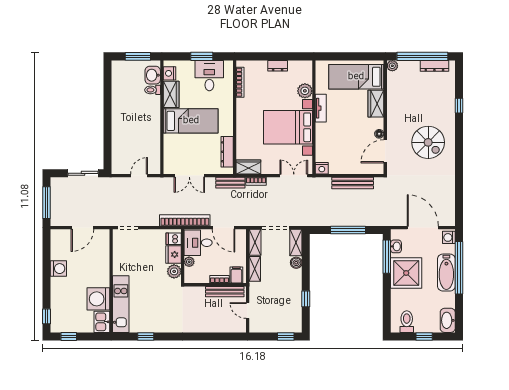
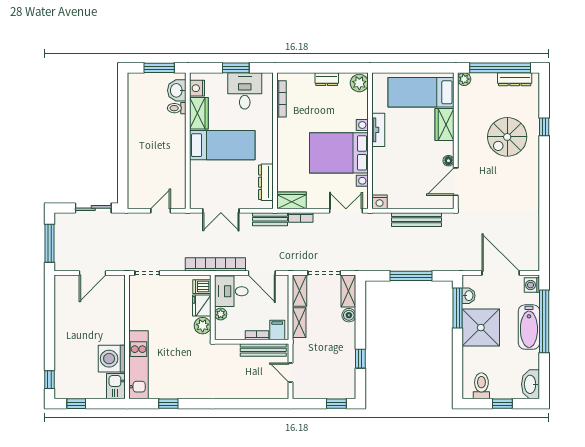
plant: (305, 91) -> (359, 83), moved
spiral stairs: (428, 142) -> (507, 137), moved, turned 90
washing machine: (58, 269) -> (64, 322), removed

